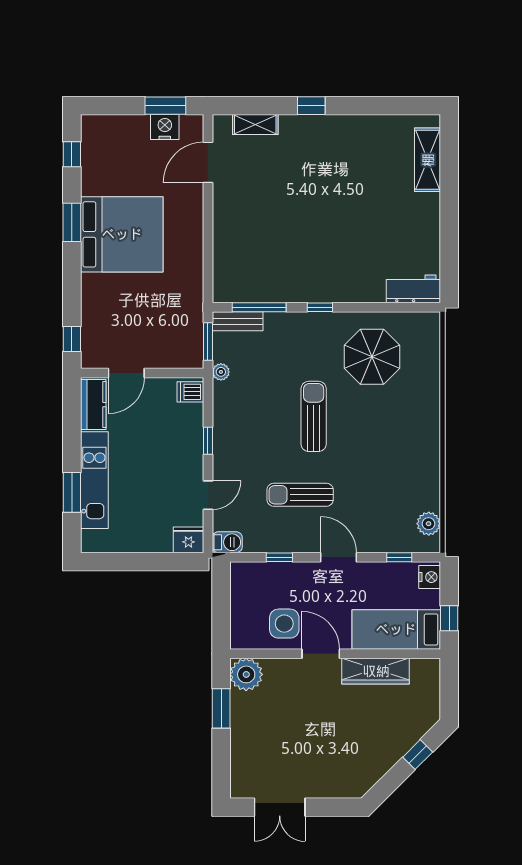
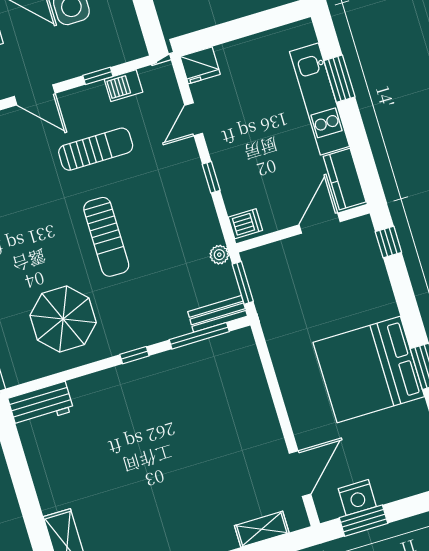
barbecue: (227, 542) -> (123, 86), moved

